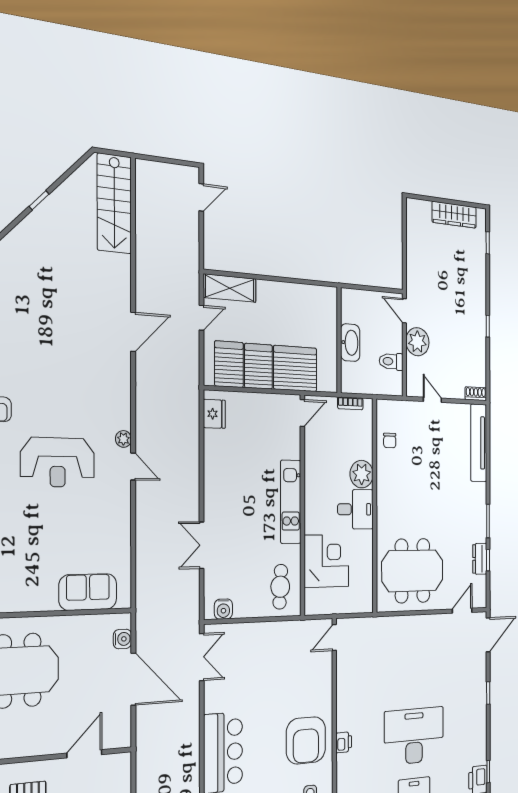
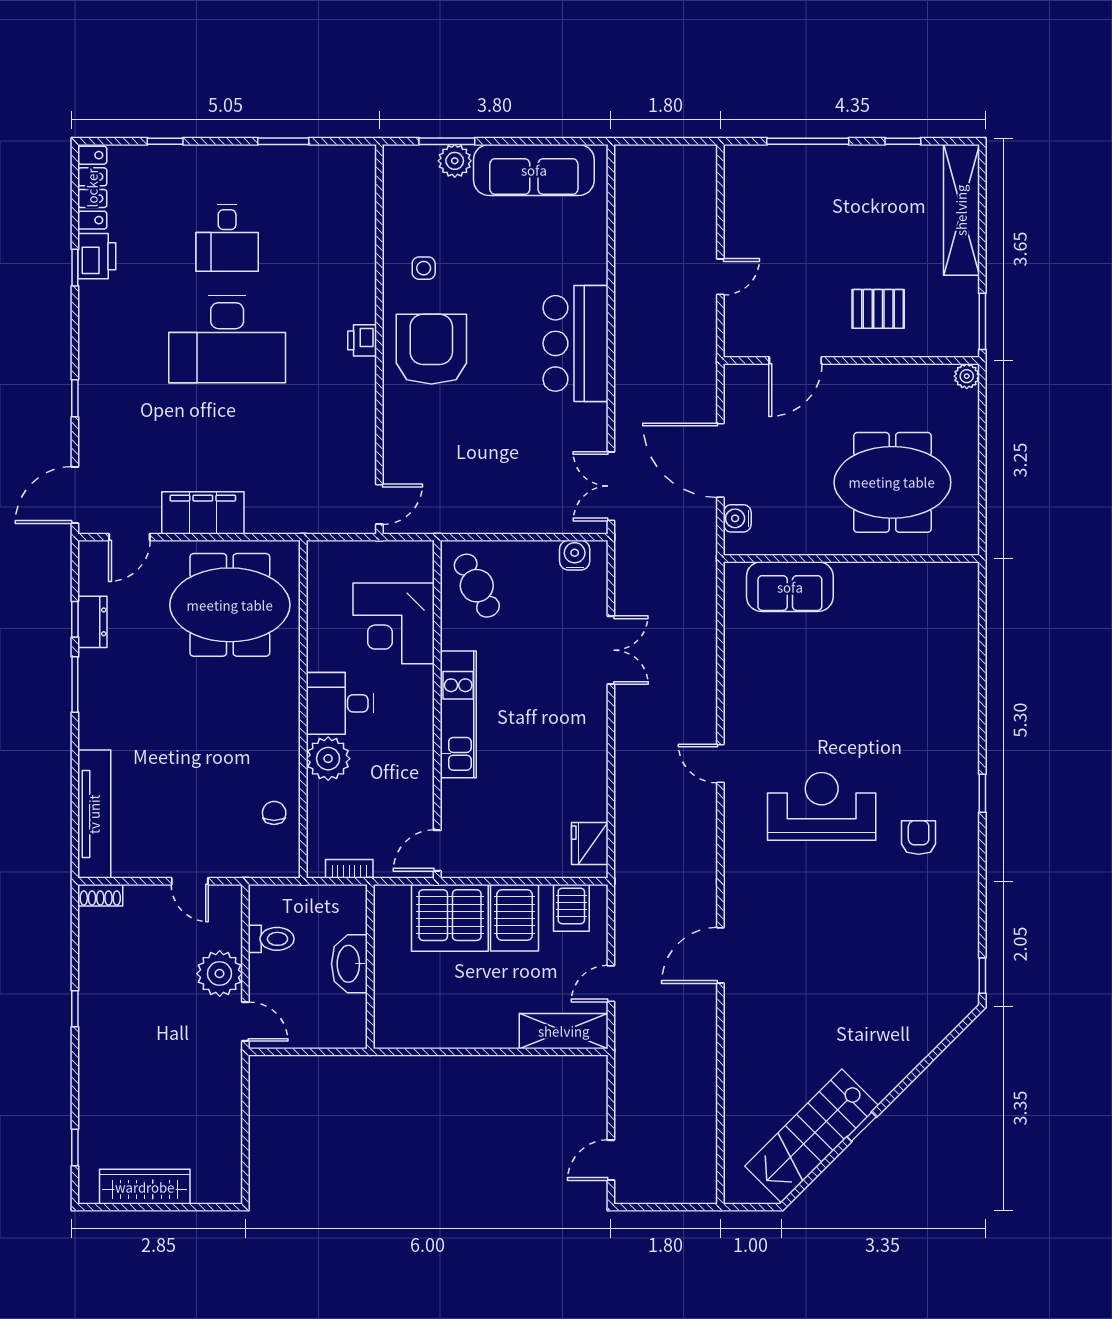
stairs: (114, 203) -> (812, 1136), moved, turned -135
server rack: (229, 364) -> (571, 908), width x0.73, depth x0.70
plant: (123, 439) -> (736, 802), removed
reception desk: (58, 462) -> (822, 806), moved
cafe table: (280, 587) -> (477, 586), turned -31
filing cabinet: (426, 627) -> (203, 513), added

